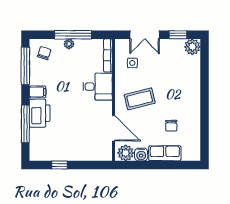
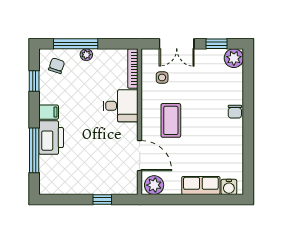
window: (73, 35) -> (76, 44), moved
window: (25, 66) -> (34, 81), width x0.46
coffee table: (140, 99) -> (171, 120), turned -76
chair: (171, 126) -> (235, 112), moved
water cooler: (141, 154) -> (229, 187), moved
window: (60, 165) -> (102, 199), moved

